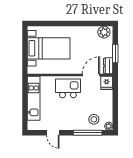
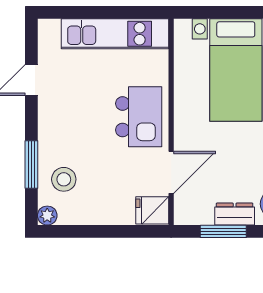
dresser: (108, 66) -> (235, 214), moved
door: (91, 75) -> (171, 172), hinge flipped
window: (88, 133) -> (31, 165), width x0.69

